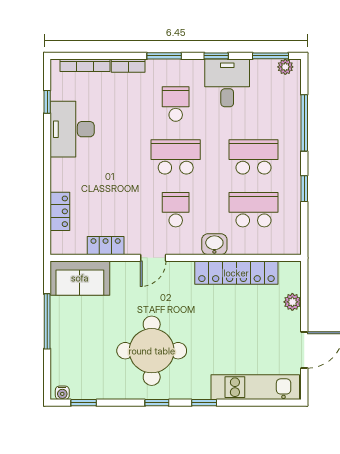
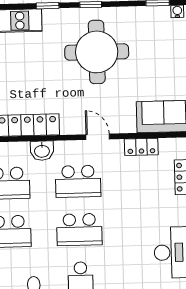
school desk: (176, 210) -> (78, 181), width x1.85
door: (153, 258) -> (98, 137), hinge flipped

